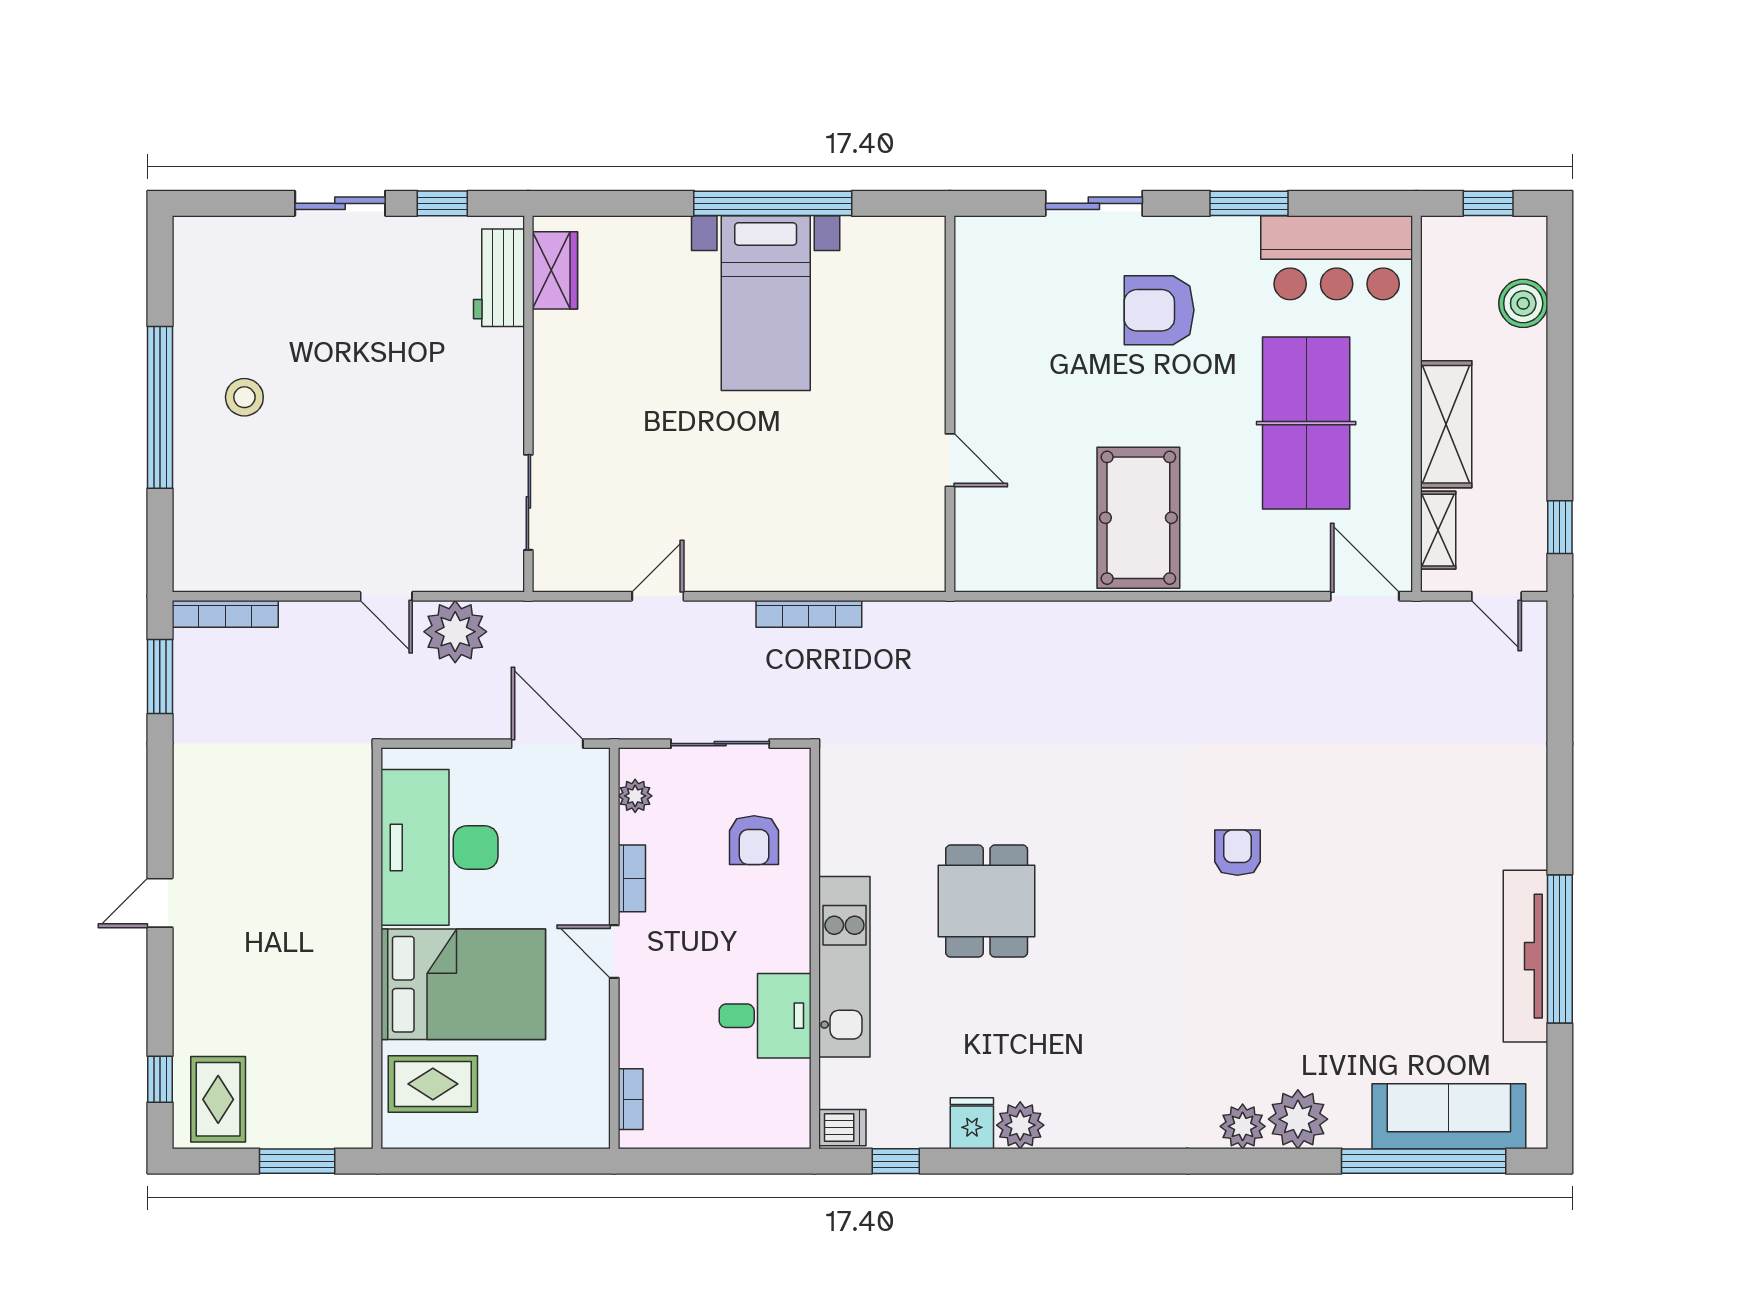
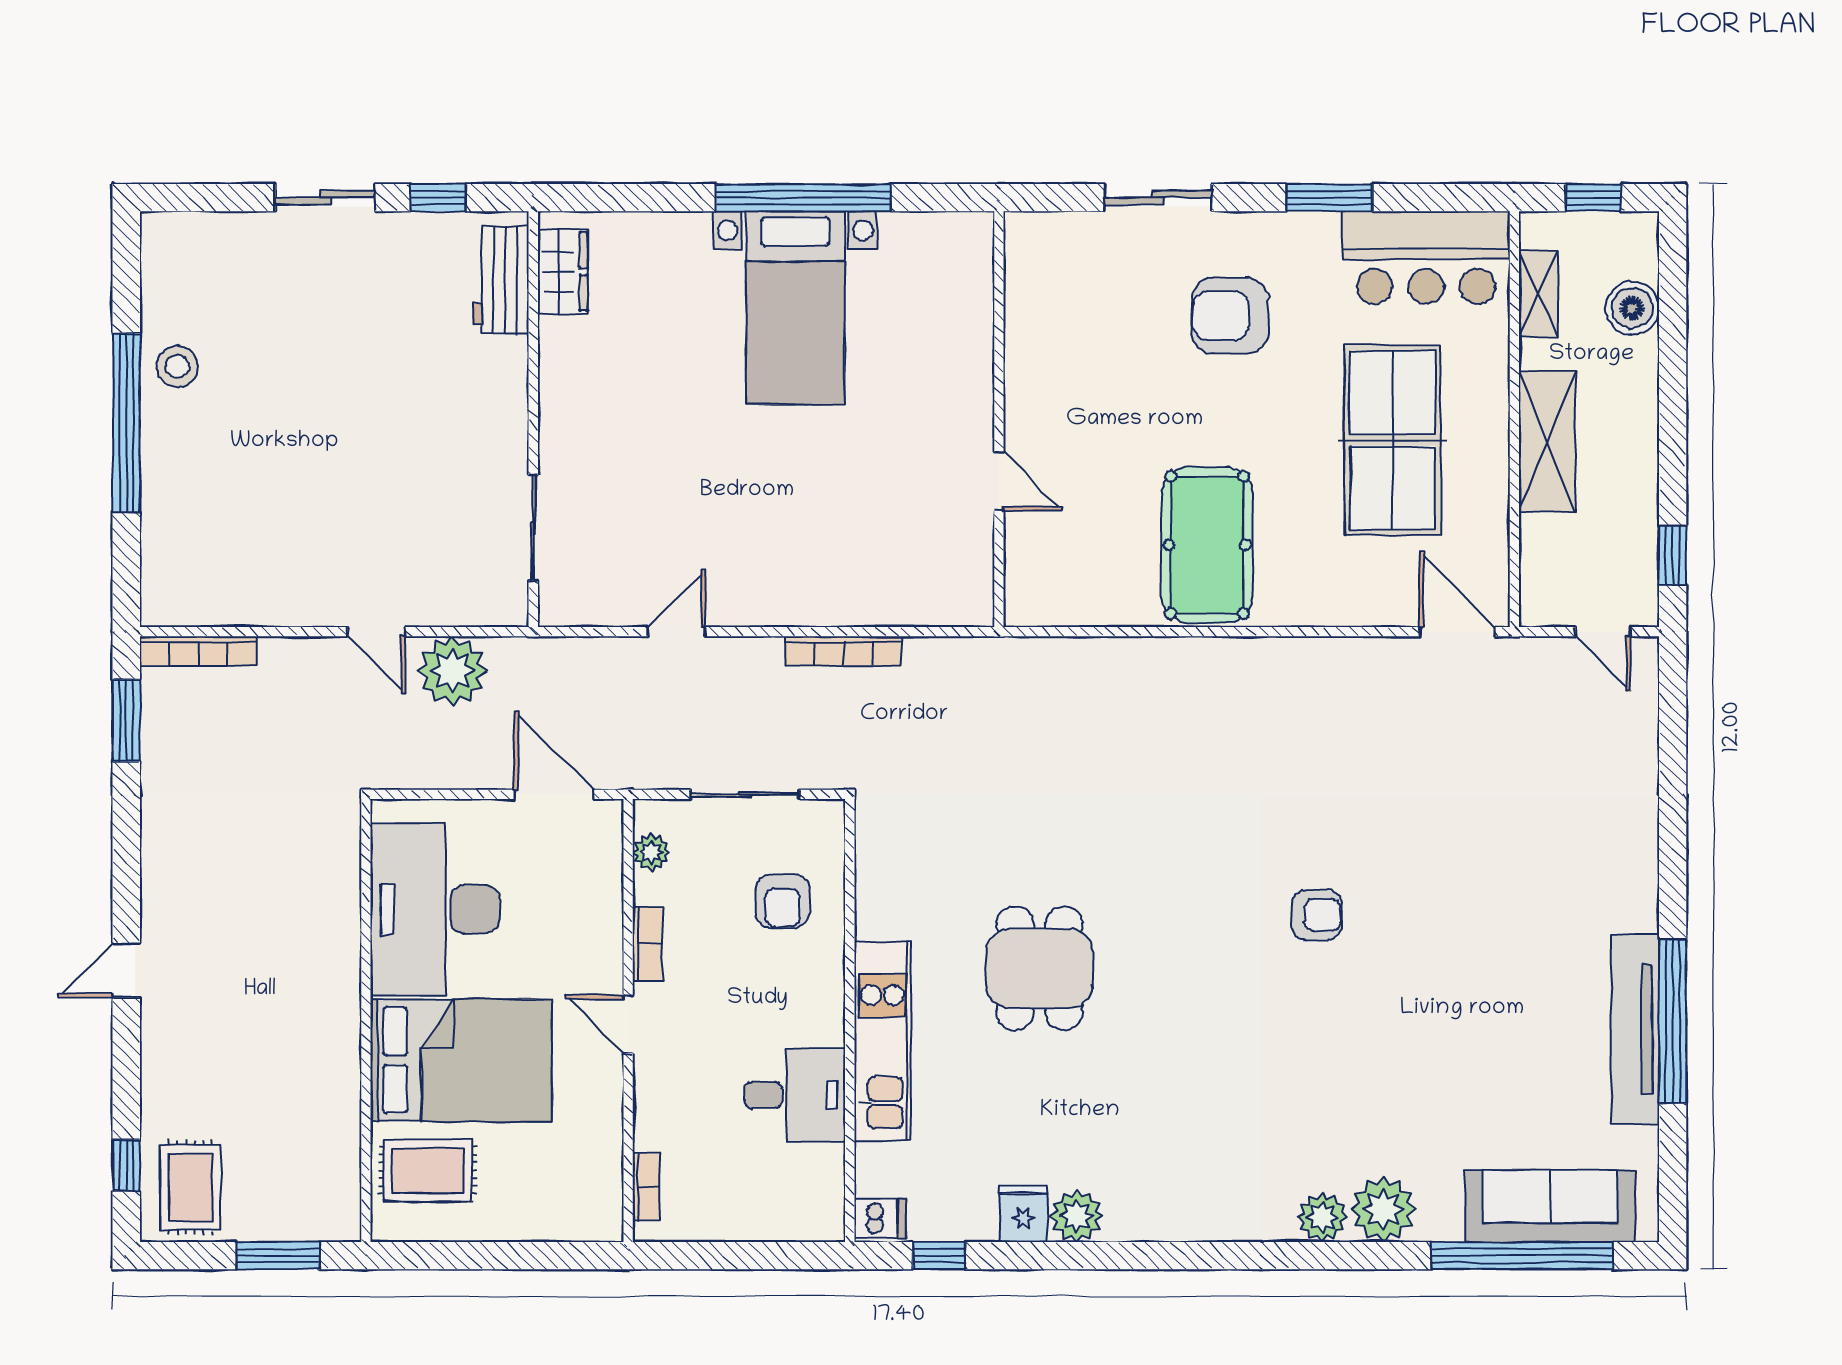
stool: (244, 397) -> (177, 366), moved
shelving: (1438, 530) -> (1538, 294), moved
armchair: (1237, 853) -> (1317, 915), turned 90

